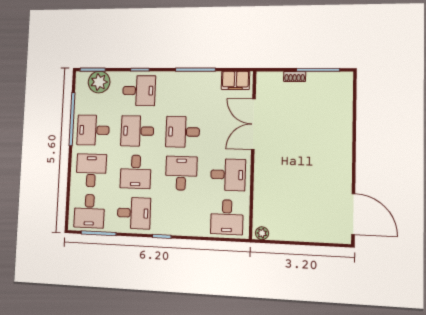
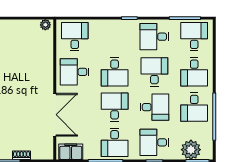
desk: (184, 91) -> (115, 142), added
desk: (93, 130) -> (194, 107), turned 90
desk: (183, 132) -> (115, 107), turned -90

